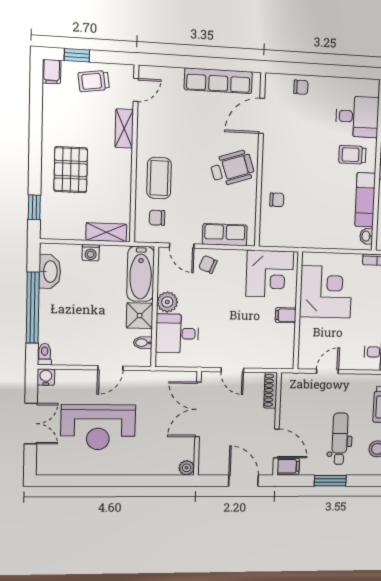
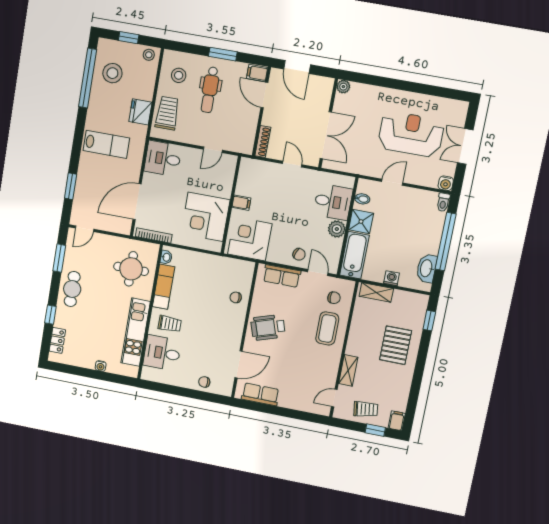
row of seats: (218, 81) -> (260, 394), width x0.68

